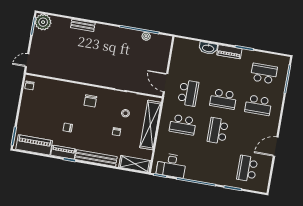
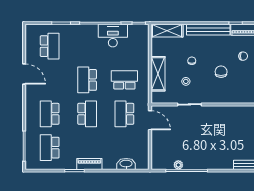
washbasin: (208, 48) -> (126, 164), moved
school desk: (264, 74) -> (50, 148), turned 90
school desk: (223, 99) -> (87, 114), turned 90
chair: (90, 101) -> (221, 72), moved
school desk: (258, 105) -> (50, 114), turned -90
shelving: (150, 125) -> (158, 74), width x0.68
school desk: (218, 131) -> (87, 80), turned 180
door: (276, 147) -> (24, 74), hinge flipped
desk: (171, 165) -> (113, 36), moved

